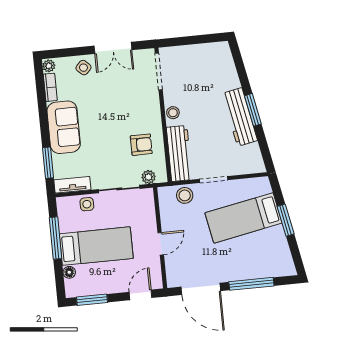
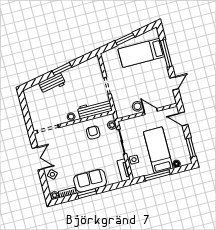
workbench: (240, 117) -> (52, 83), moved, width x0.73
window: (48, 163) -> (87, 193), moved
stool: (185, 195) -> (137, 106), moved
bed: (244, 218) -> (141, 53), moved, turned 101
door: (201, 289) -> (174, 83), width x0.53

